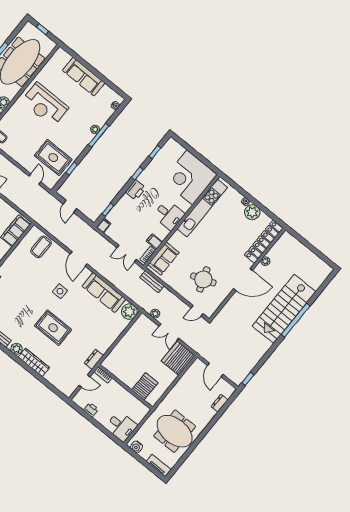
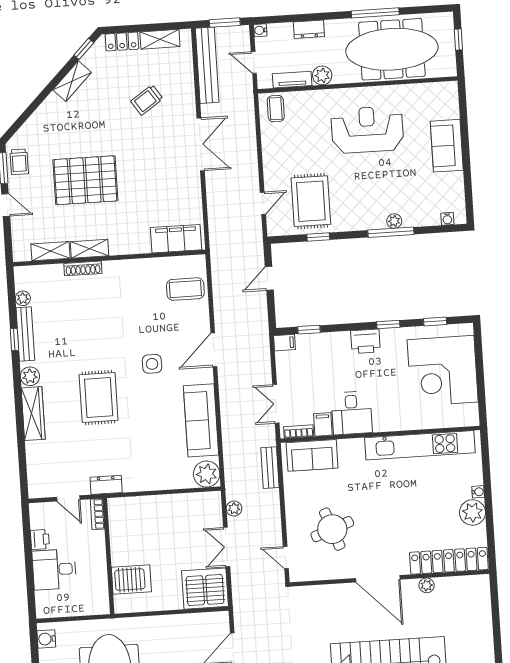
sofa: (84, 77) -> (447, 146), width x0.73
reception desk: (45, 105) -> (367, 130), turned 90
corner desk: (190, 178) -> (443, 371), moved, turned -90
desk: (169, 215) -> (352, 413), moved
desk: (121, 426) -> (54, 569), moved, turned 90

